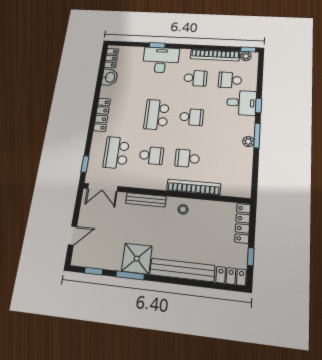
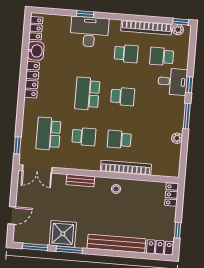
locker: (102, 115) -> (32, 80), moved
plant: (248, 142) -> (177, 138), moved
bench: (146, 200) -> (80, 181), width x0.73
locker: (243, 223) -> (172, 195), width x0.66
shower: (137, 259) -> (63, 234), moved
window: (94, 271) -> (35, 247), width x1.50

